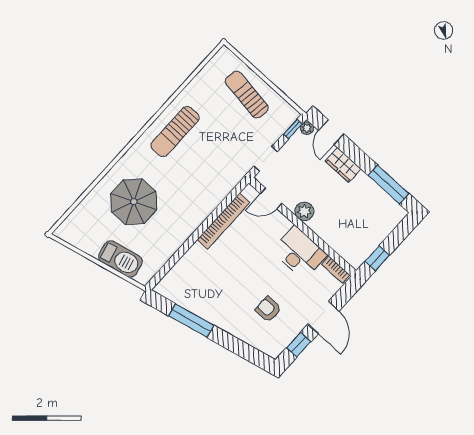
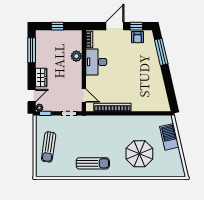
plant: (304, 211) -> (76, 56), moved
window: (377, 258) -> (57, 26), moved
armchair: (268, 309) -> (138, 37), moved
window: (191, 321) -> (161, 52), moved

